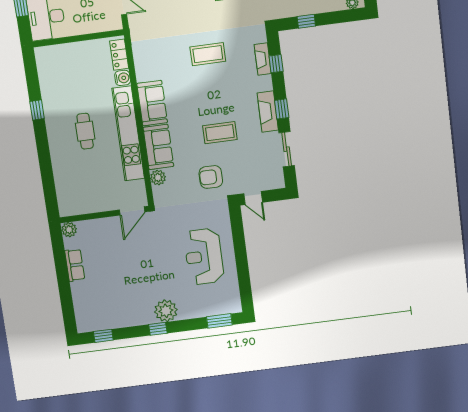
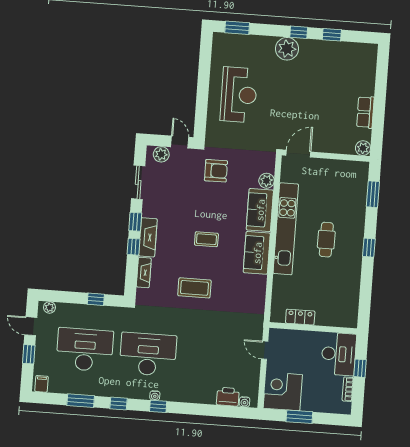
locker: (119, 55) -> (300, 317), moved, turned -90
window: (276, 64) -> (133, 247), moved
water cooler: (123, 78) -> (280, 282), removed
window: (37, 110) -> (369, 248), moved
fireplace: (268, 111) -> (148, 237), moved
coffee table: (220, 133) -> (206, 239), moved, width x0.73, depth x0.77
plant: (269, 182) -> (161, 154), added
window: (49, 186) -> (373, 194), added
window: (103, 336) -> (332, 35), moved

